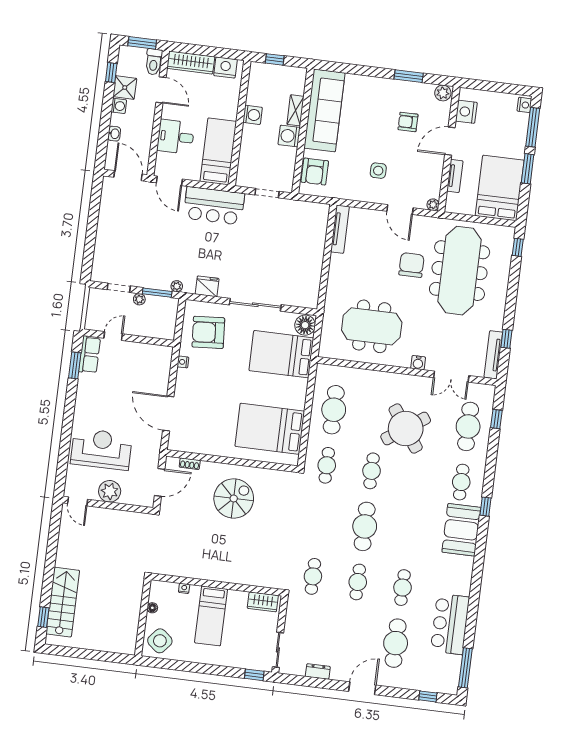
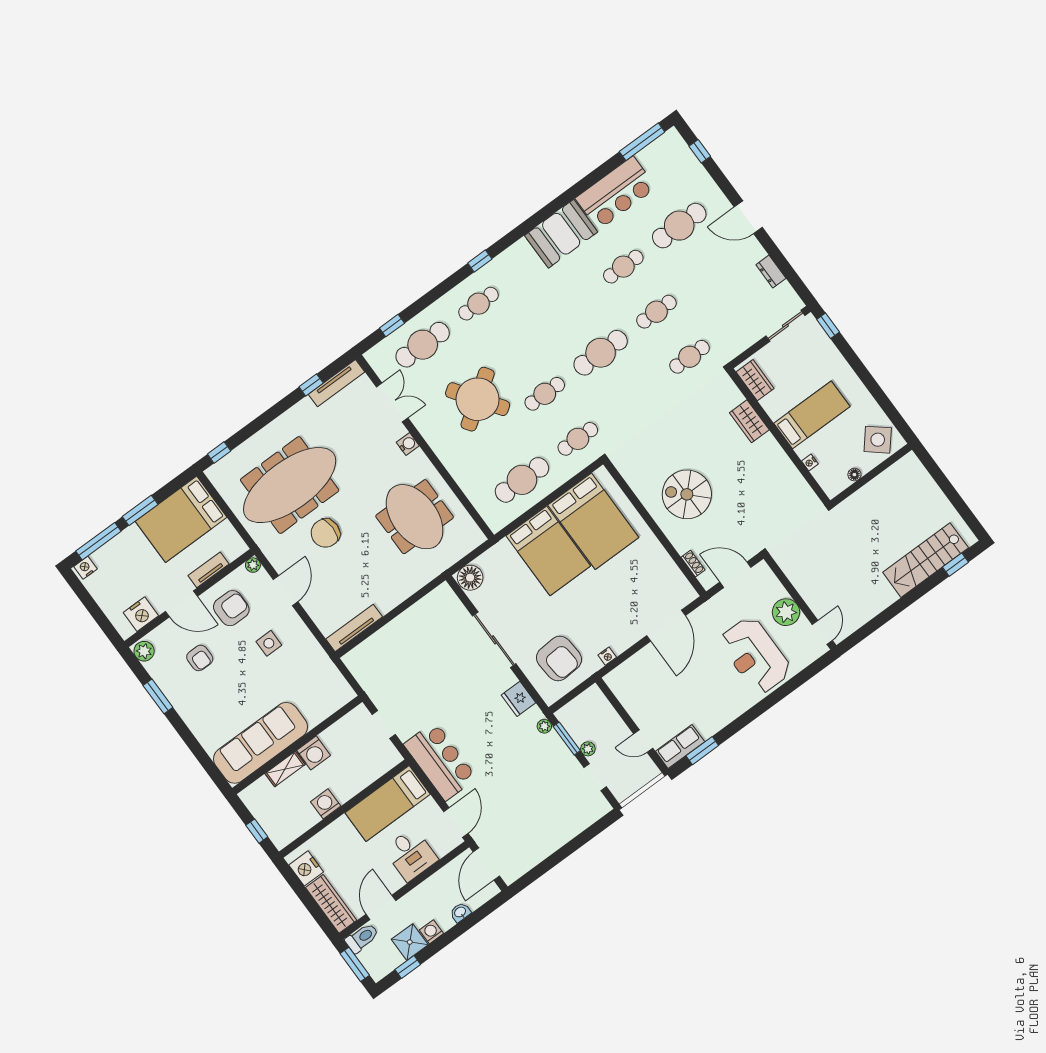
armchair: (315, 172) -> (231, 608), moved
bed: (281, 354) -> (548, 551), moved
booth: (461, 530) -> (561, 234), moved
wardrobe: (242, 576) -> (749, 421), added

